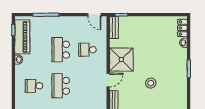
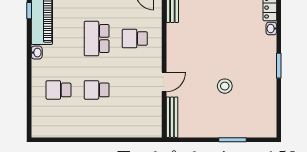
shower: (121, 60) -> (183, 53), removed
school desk: (61, 86) -> (97, 90), width x0.54

